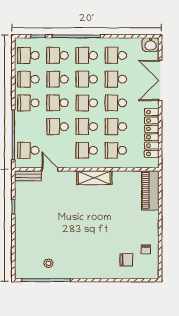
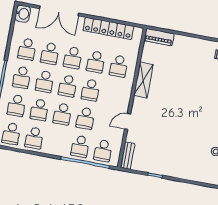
school desk: (28, 103) -> (80, 146), moved
school desk: (87, 150) -> (113, 94), removed
door: (50, 169) -> (128, 121), moved
shelving: (94, 178) -> (143, 80), moved
piano: (150, 191) -> (159, 37), width x0.73, depth x0.75

